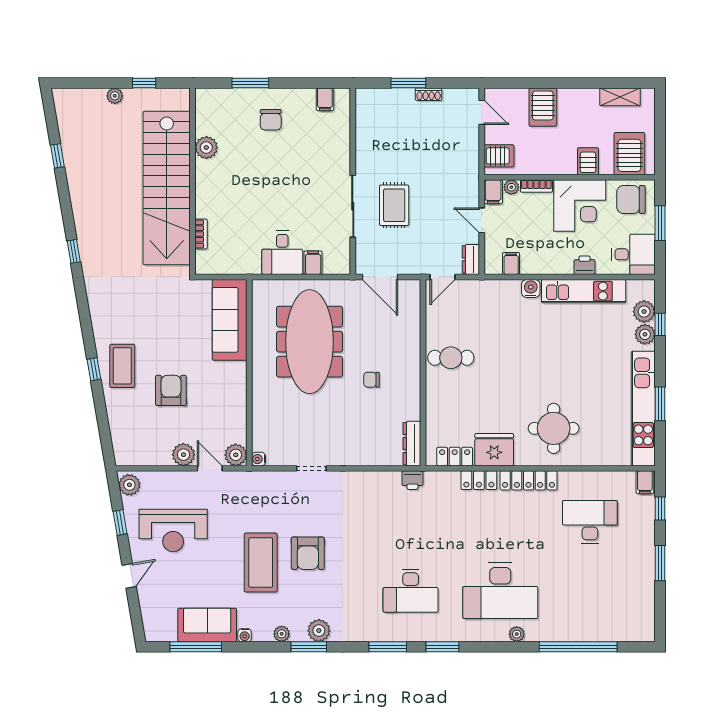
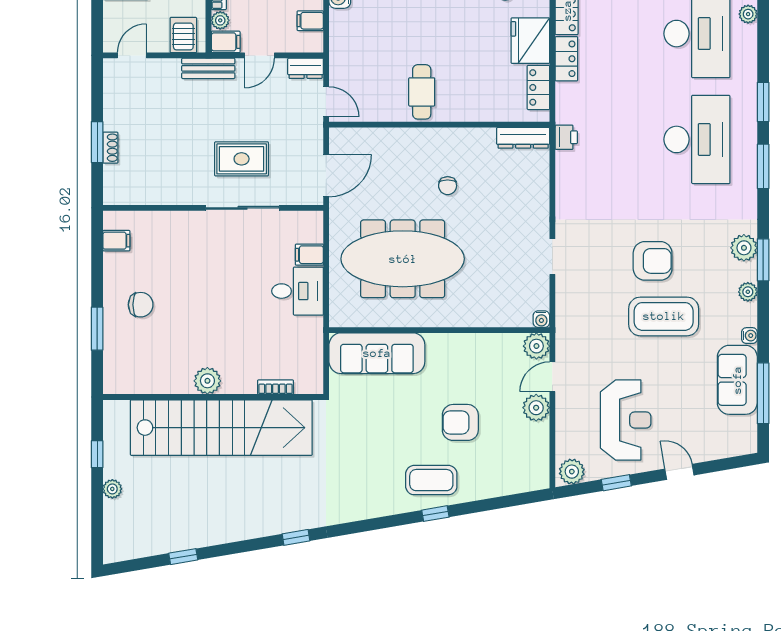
shoe rack: (429, 94) -> (110, 148), moved
plant: (206, 148) -> (207, 381), moved
bench: (471, 177) -> (208, 68), added
desk: (411, 591) -> (697, 139), width x1.36, depth x1.30

